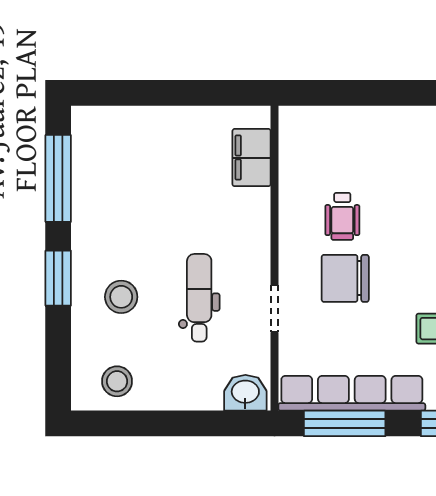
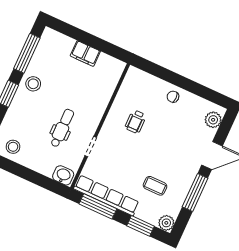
filing cabinet: (252, 158) -> (85, 54), moved, turned -90
chair: (345, 278) -> (173, 97), moved, width x0.54, depth x0.54
stool: (121, 297) -> (33, 84), moved

